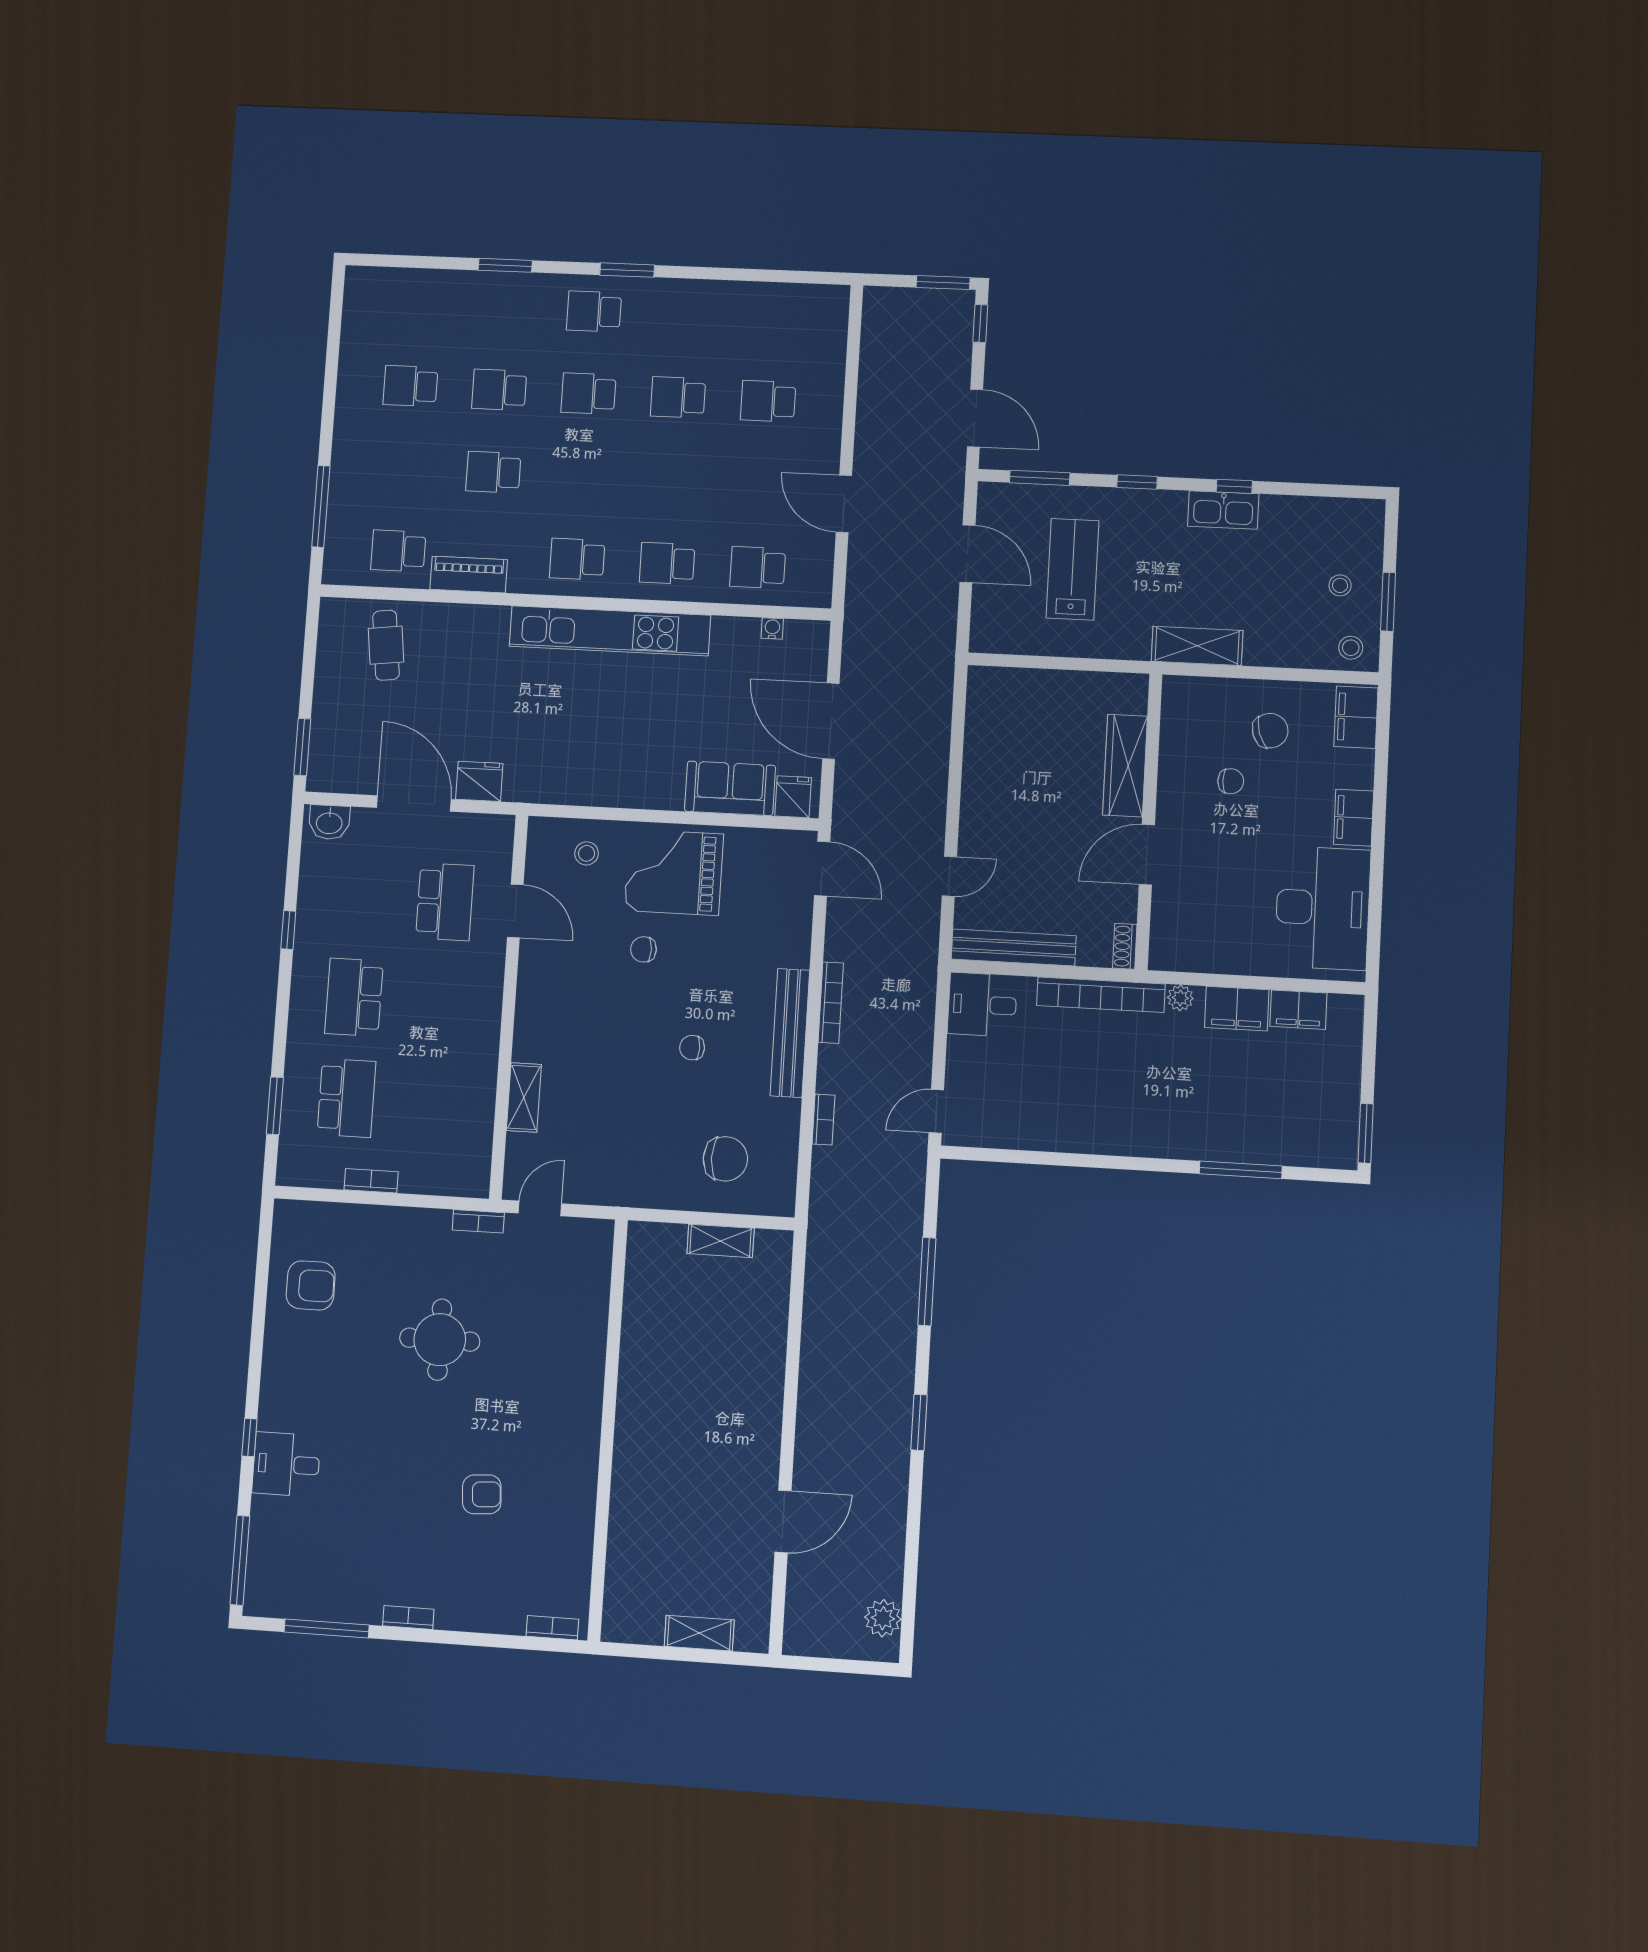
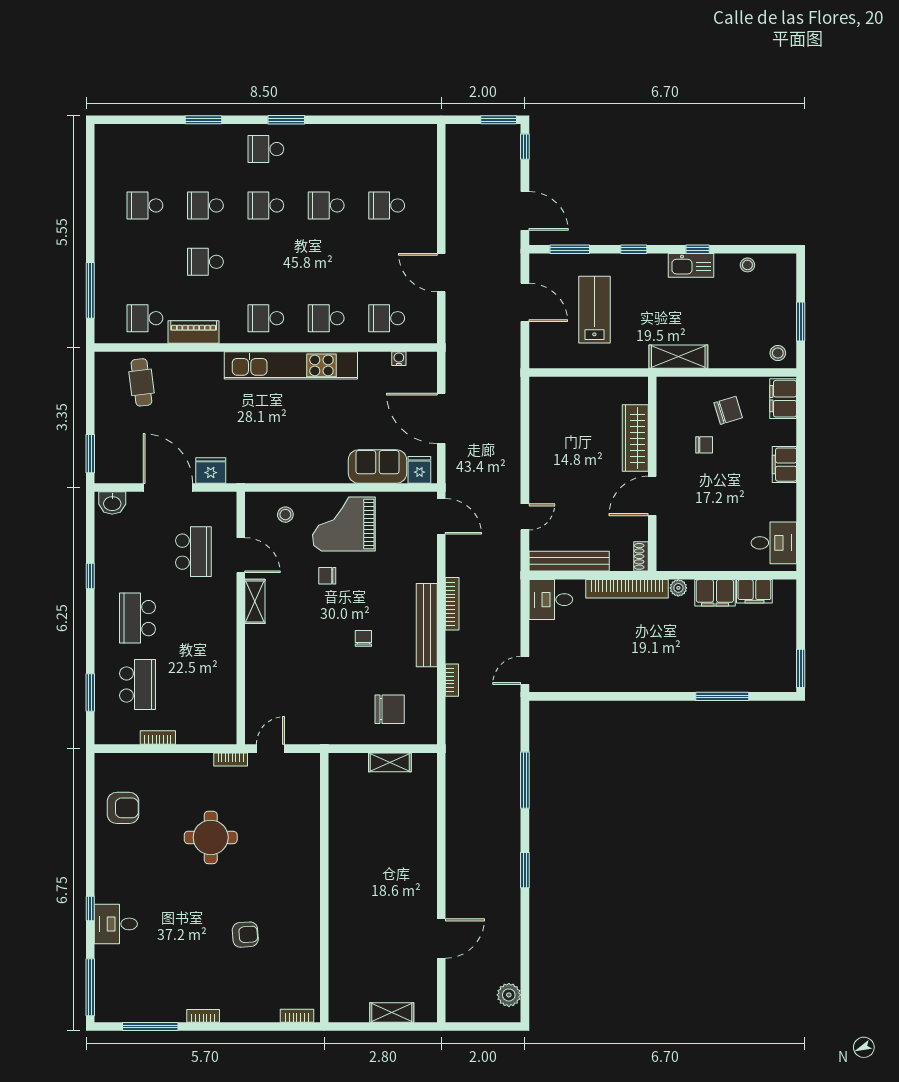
stool: (1340, 585) -> (747, 265), moved
desk: (1323, 908) -> (774, 543), width x0.53, depth x0.77
chair: (692, 1048) -> (363, 638), turned 90
shelving: (524, 1097) -> (255, 601), moved

